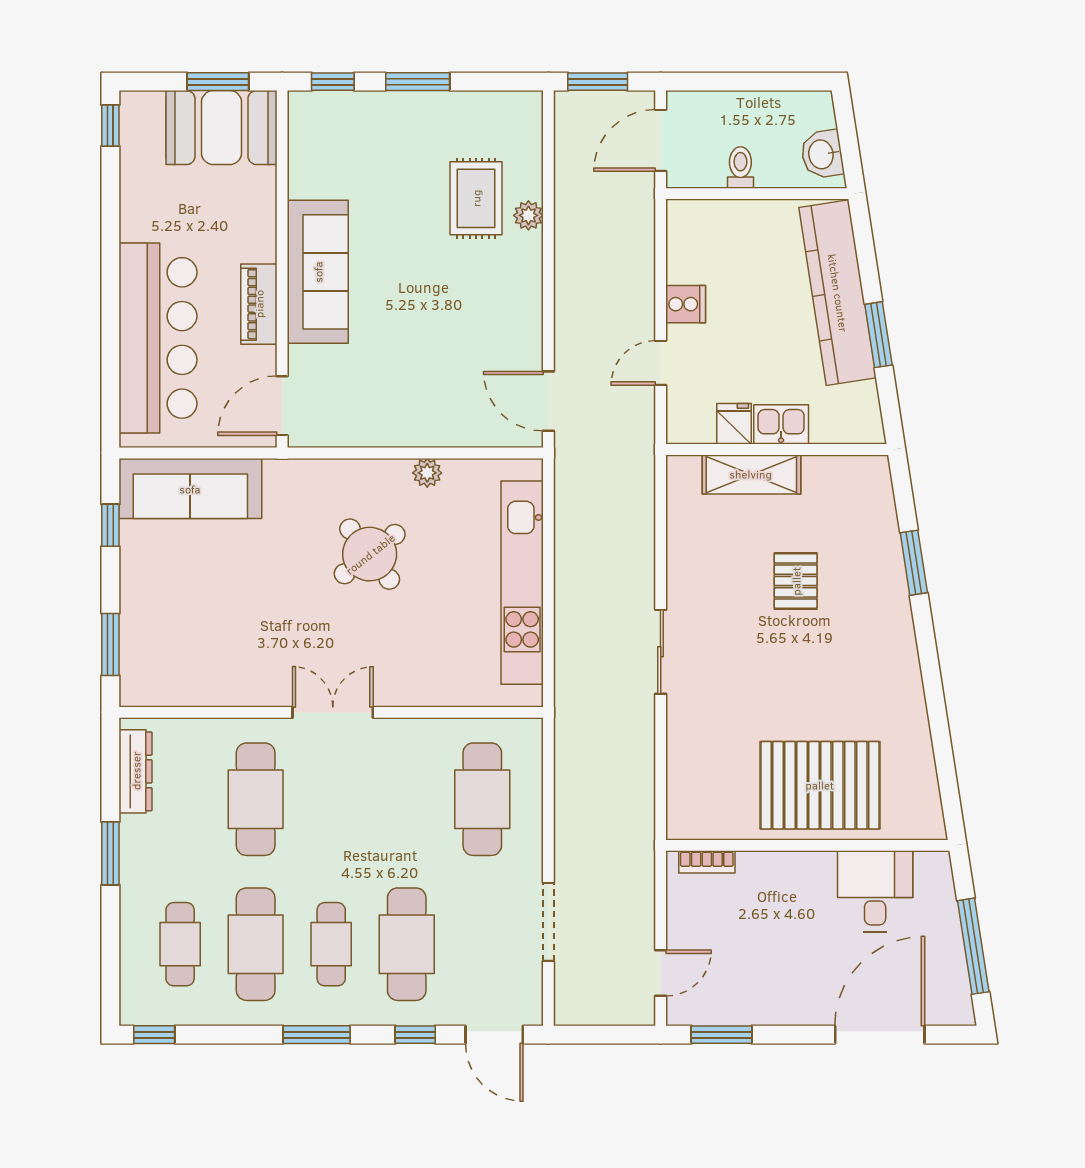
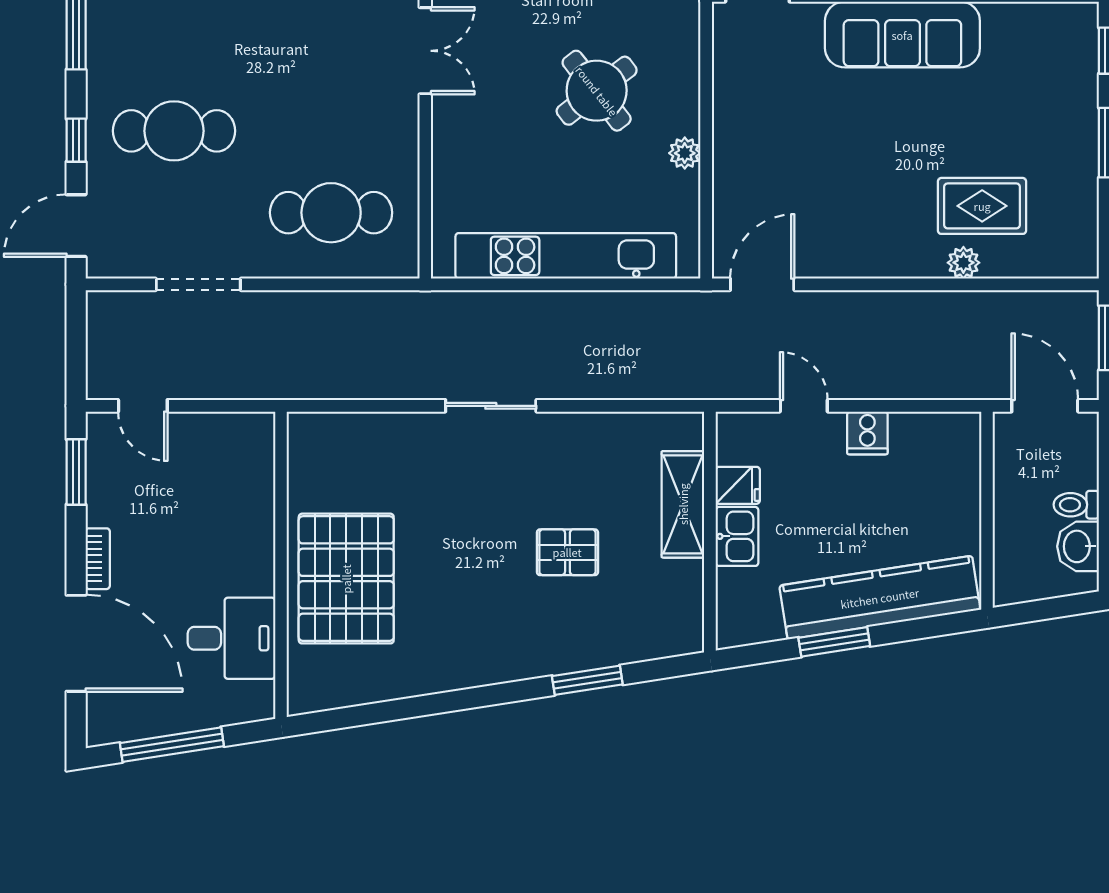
washbasin: (822, 154) -> (1078, 546), moved, turned -81
toilet: (740, 168) -> (1076, 505), moved, turned 180
bookcase: (707, 862) -> (98, 559), moved, turned 180
cafe table: (331, 944) -> (174, 49), removed

